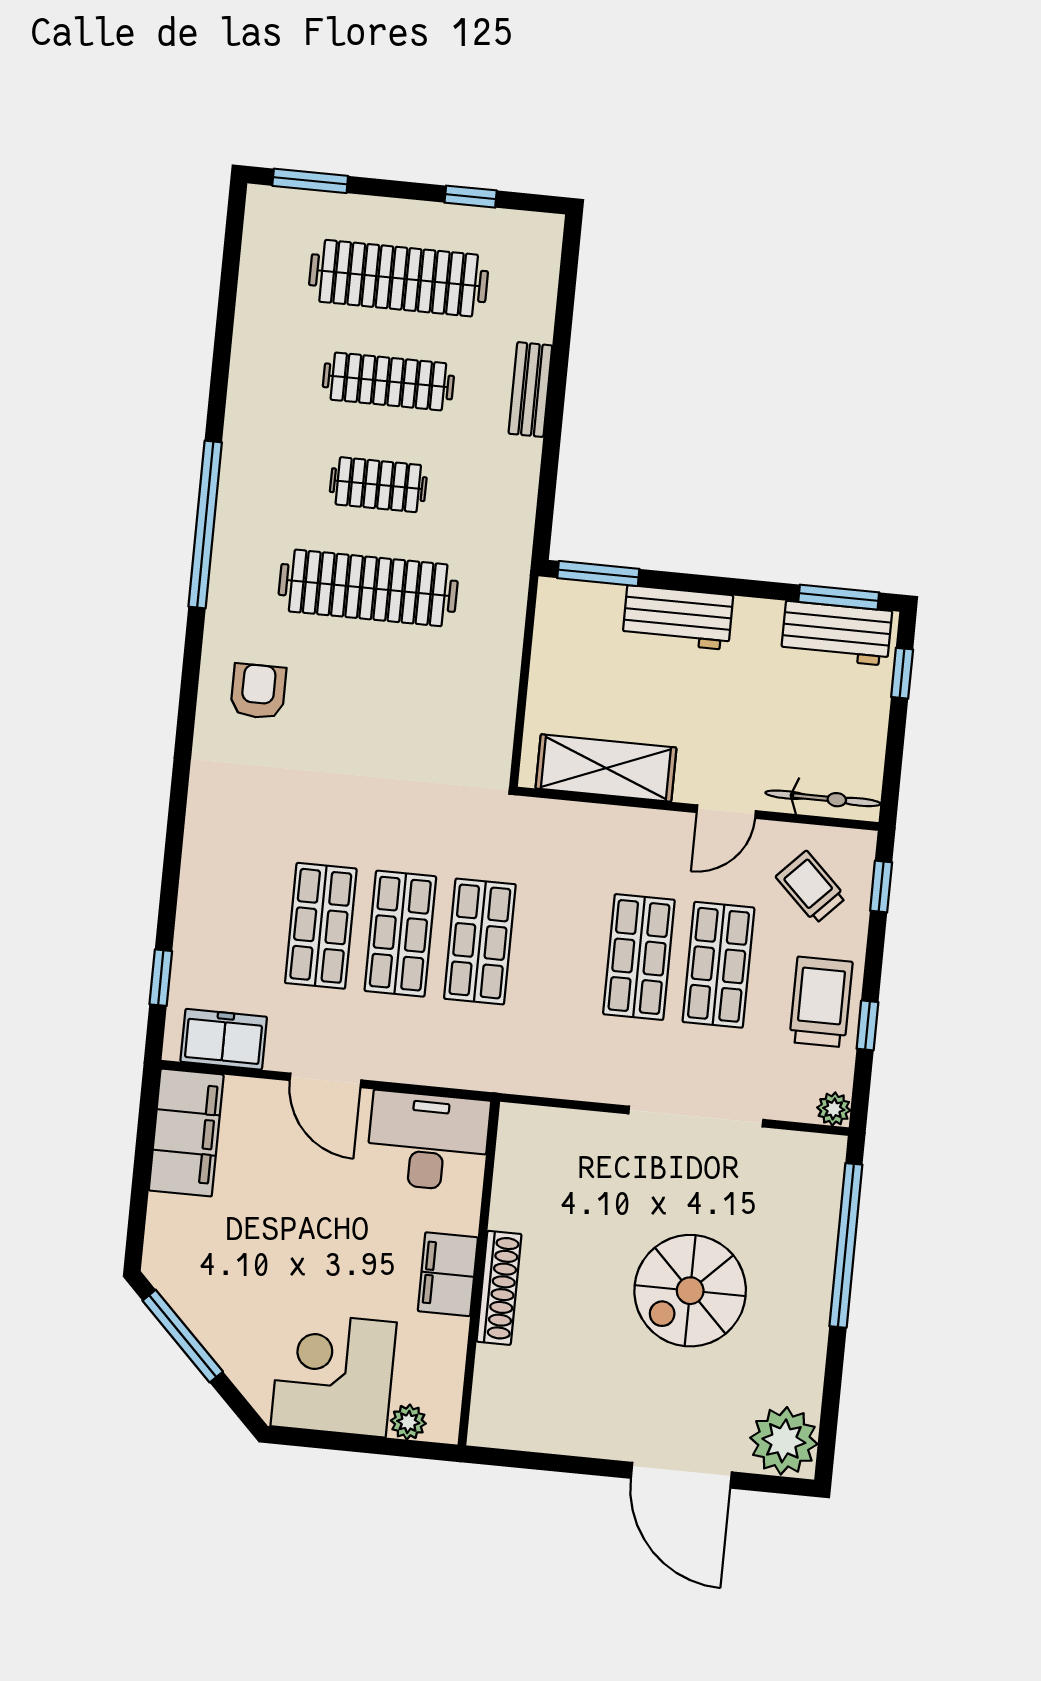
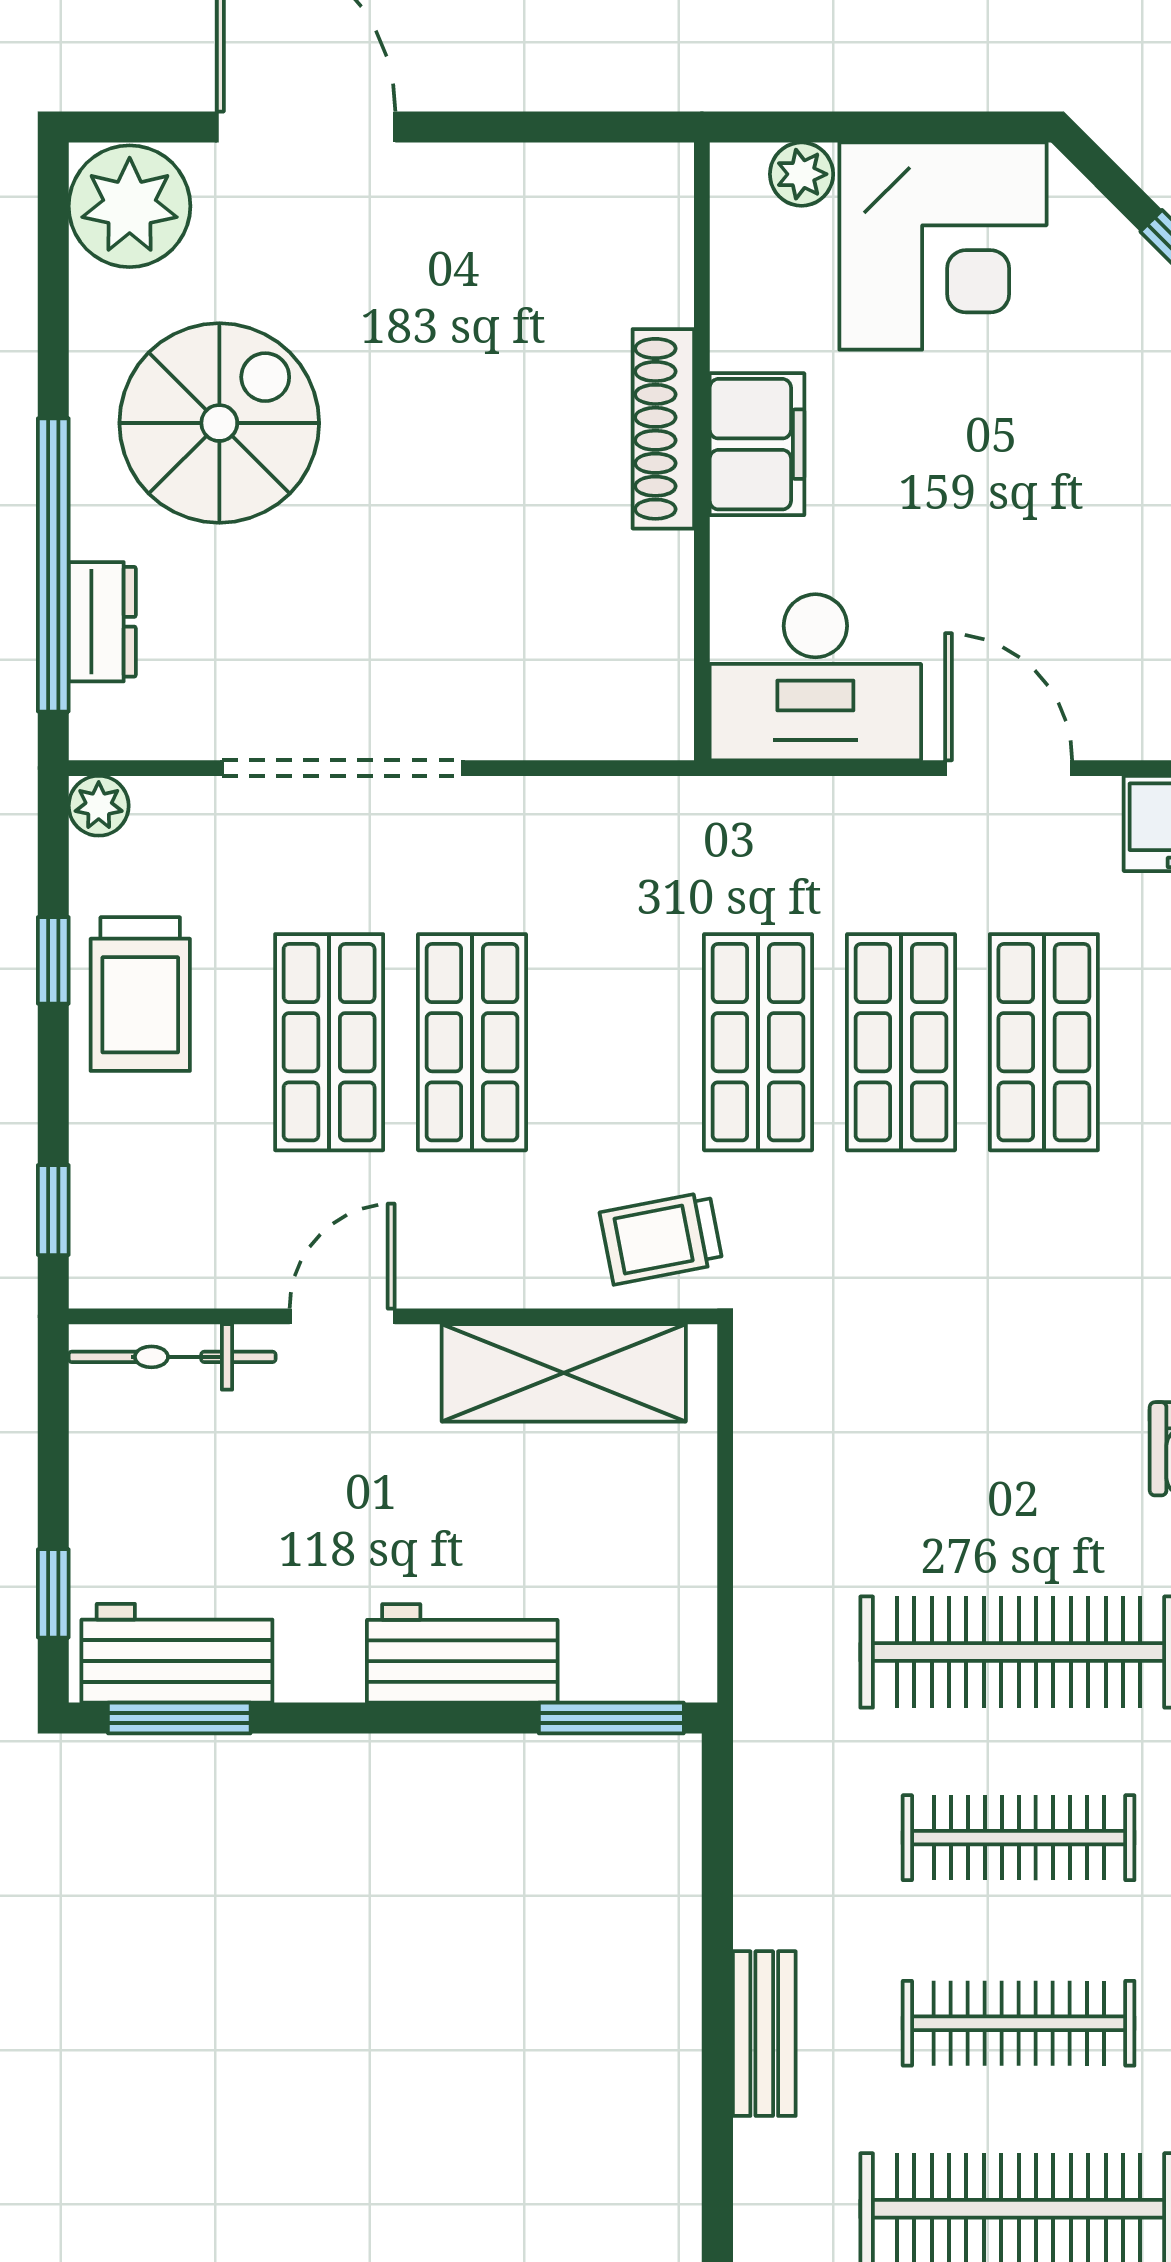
clothes rail: (378, 485) -> (1019, 1838), width x1.36
trolley: (811, 887) -> (661, 1238), moved, turned 125
dresser: (822, 1211) -> (102, 622), added
spiral stairs: (690, 1291) -> (219, 423), moved

